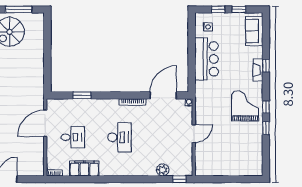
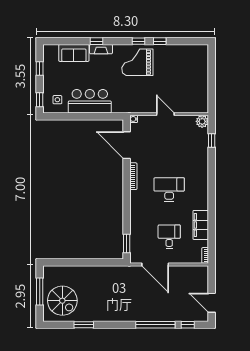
window: (218, 9) -> (40, 100), moved
sofa: (254, 31) -> (74, 53), moved
window: (82, 95) -> (127, 243), moved
plant: (163, 170) -> (202, 121), moved
window: (179, 179) -> (212, 141), moved

